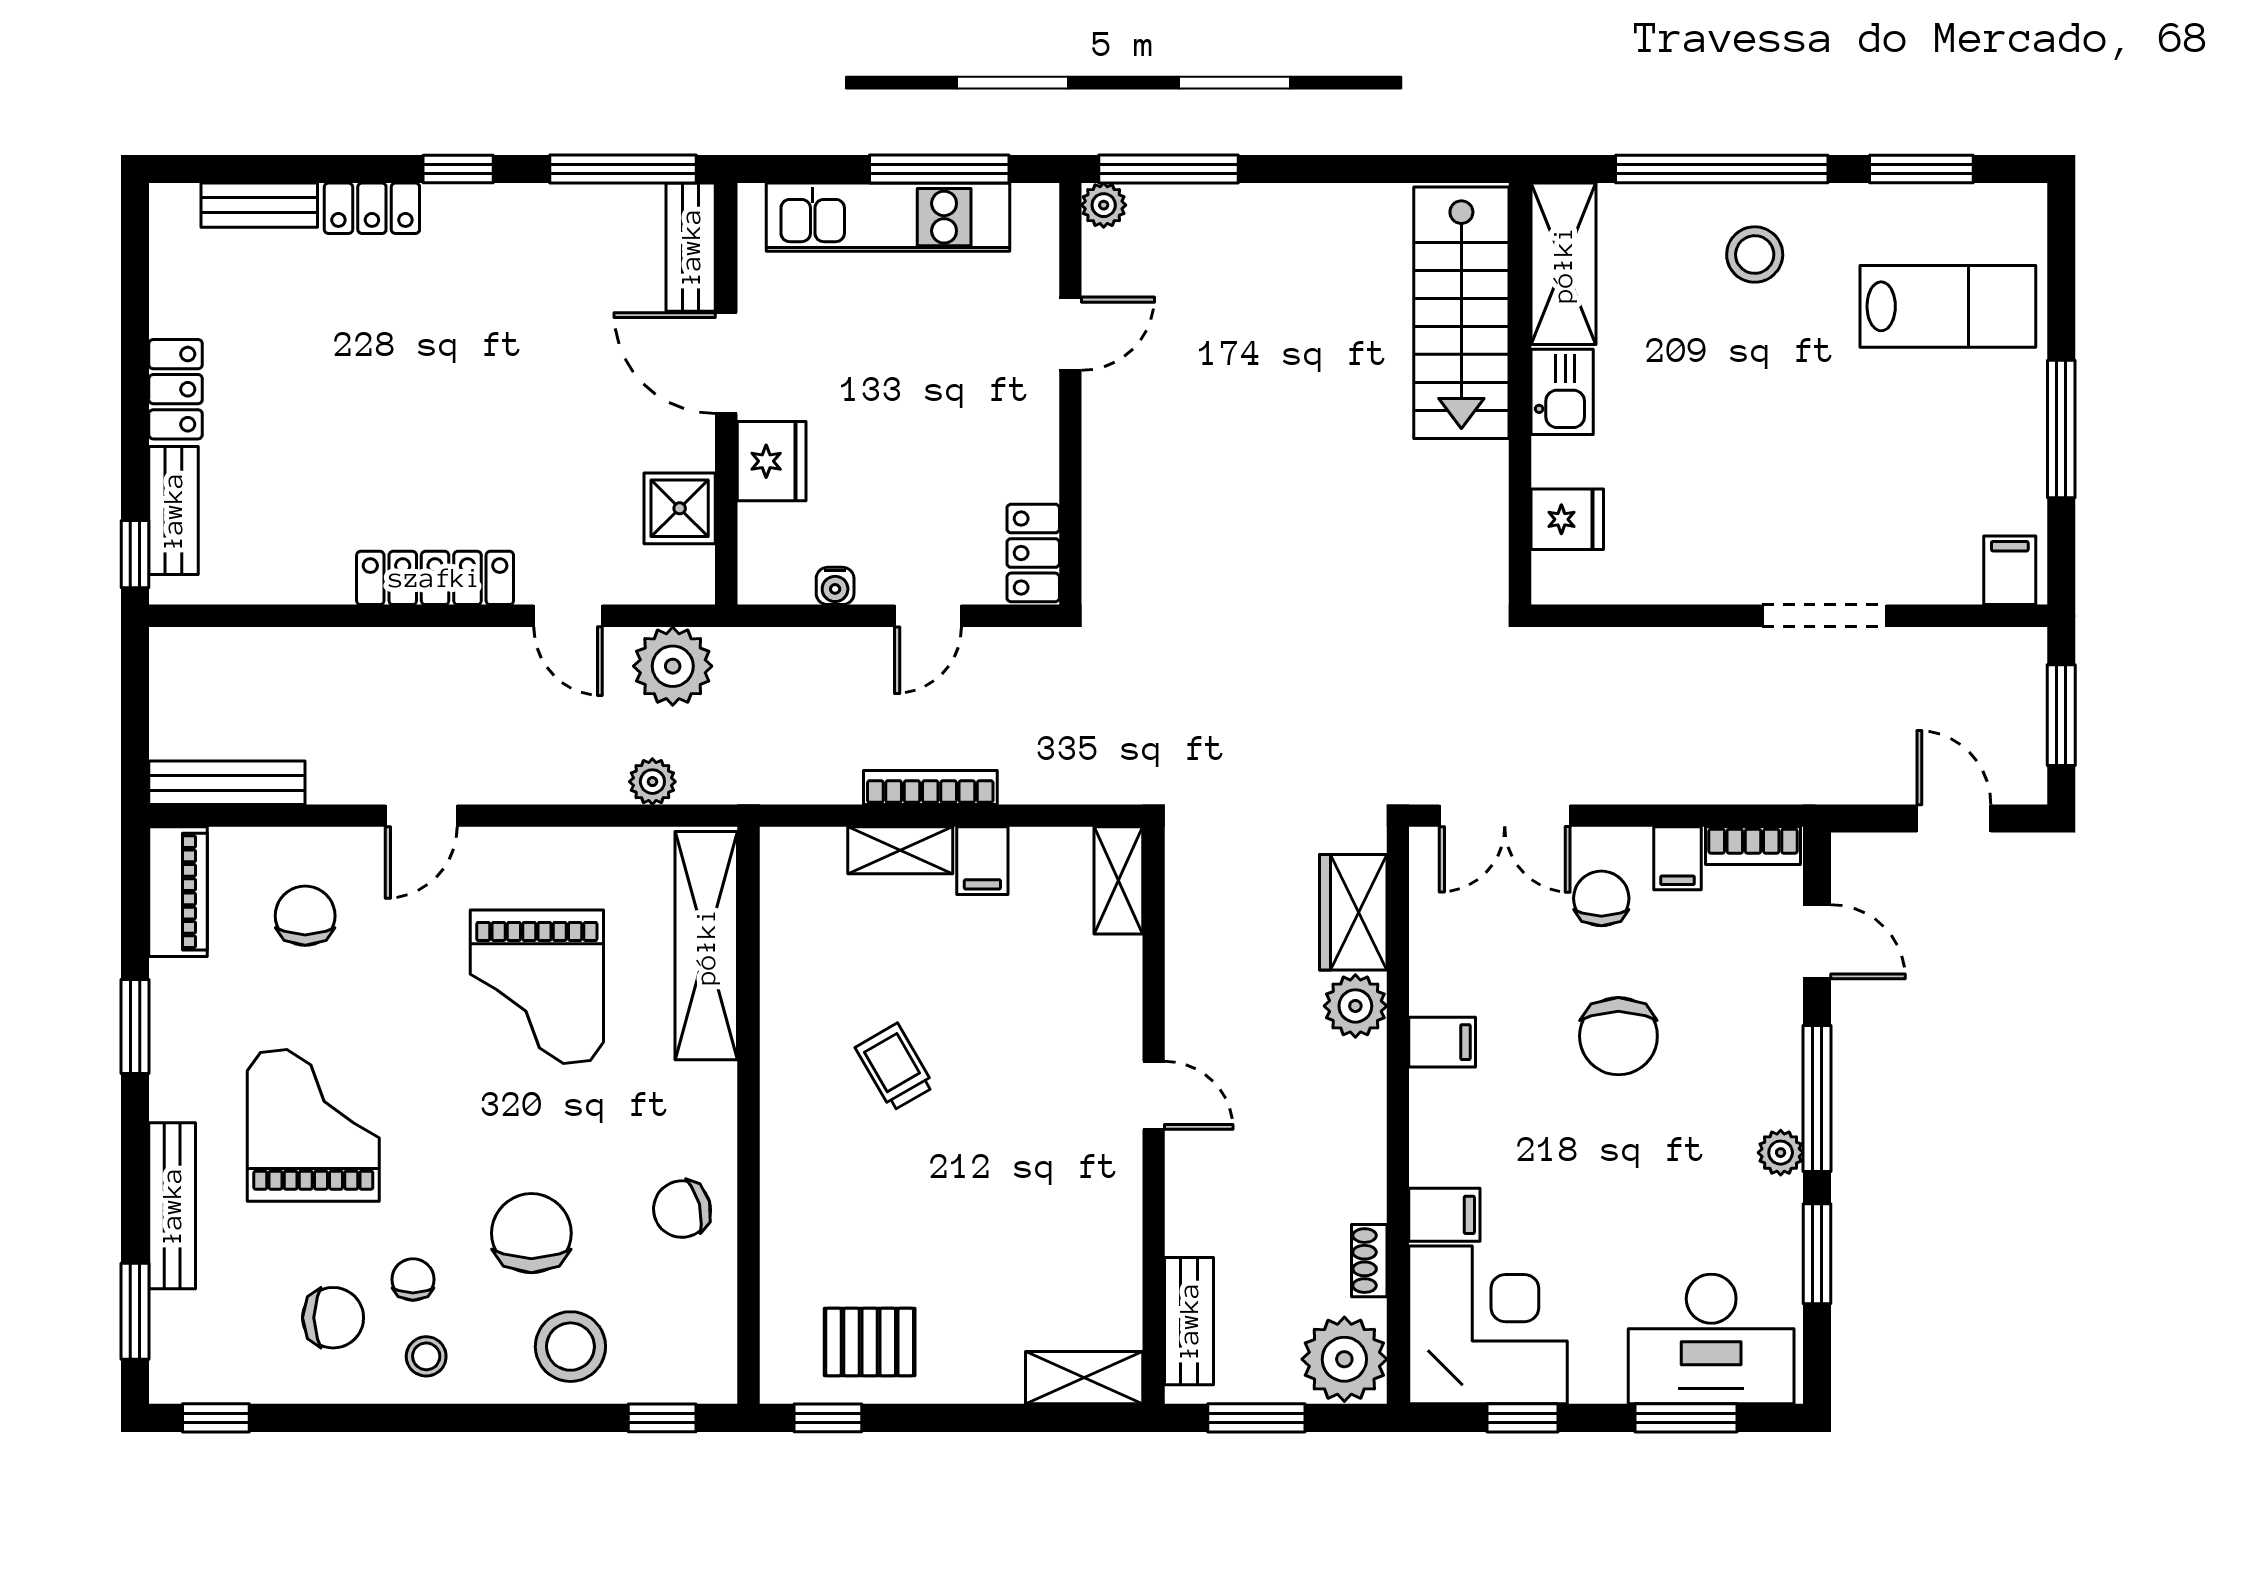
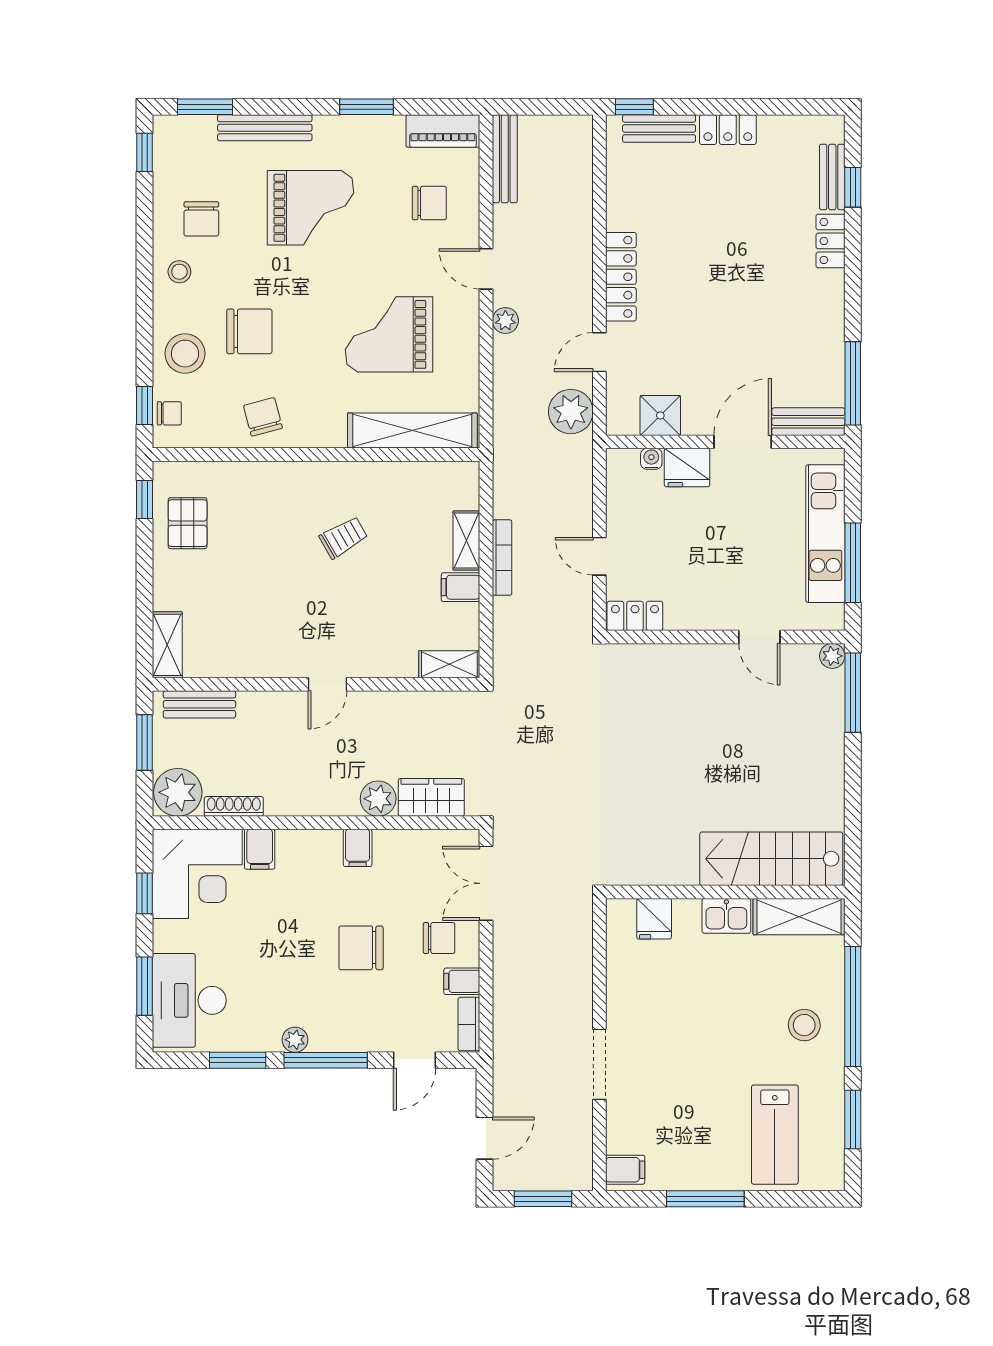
window: (458, 169) -> (853, 187), moved
water cooler: (835, 586) -> (651, 459), moved, turned 90
plant: (652, 782) -> (505, 321), moved
shoe rack: (1369, 1261) -> (234, 806), width x1.43
chair: (413, 1279) -> (169, 413), moved

